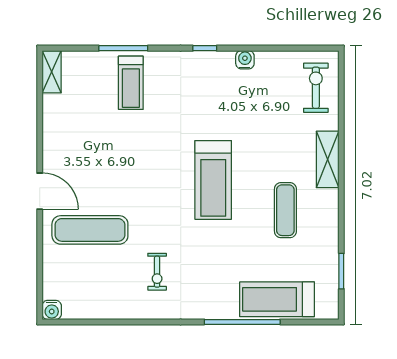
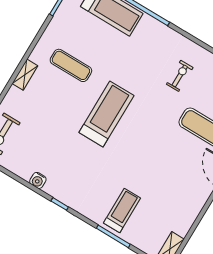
shelving: (328, 159) -> (25, 75), width x0.67, depth x0.75
exercise mat: (285, 210) -> (71, 65), turned 90

